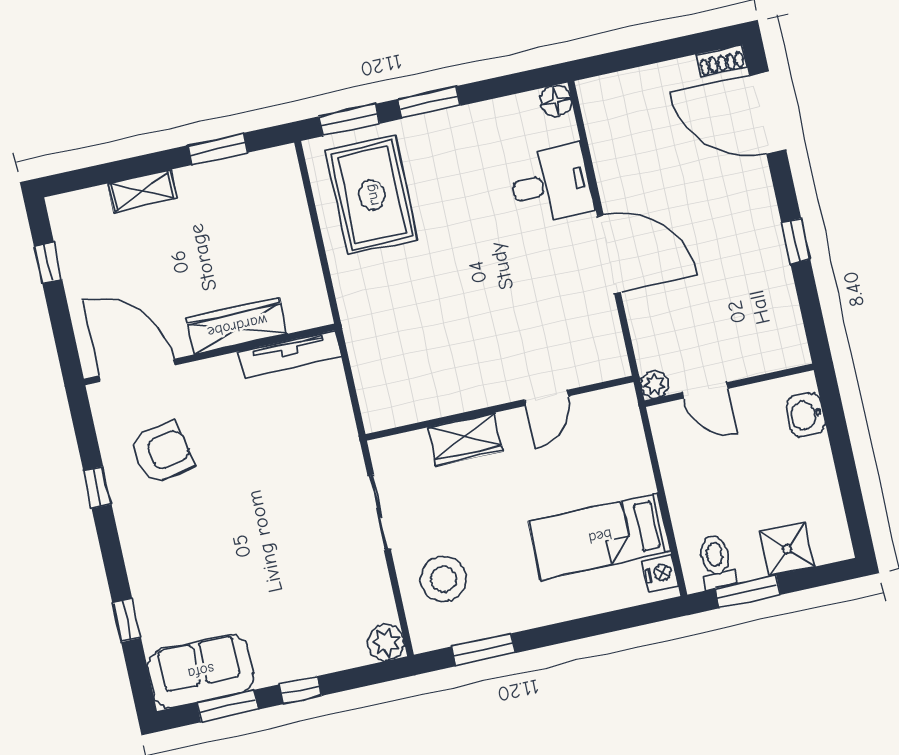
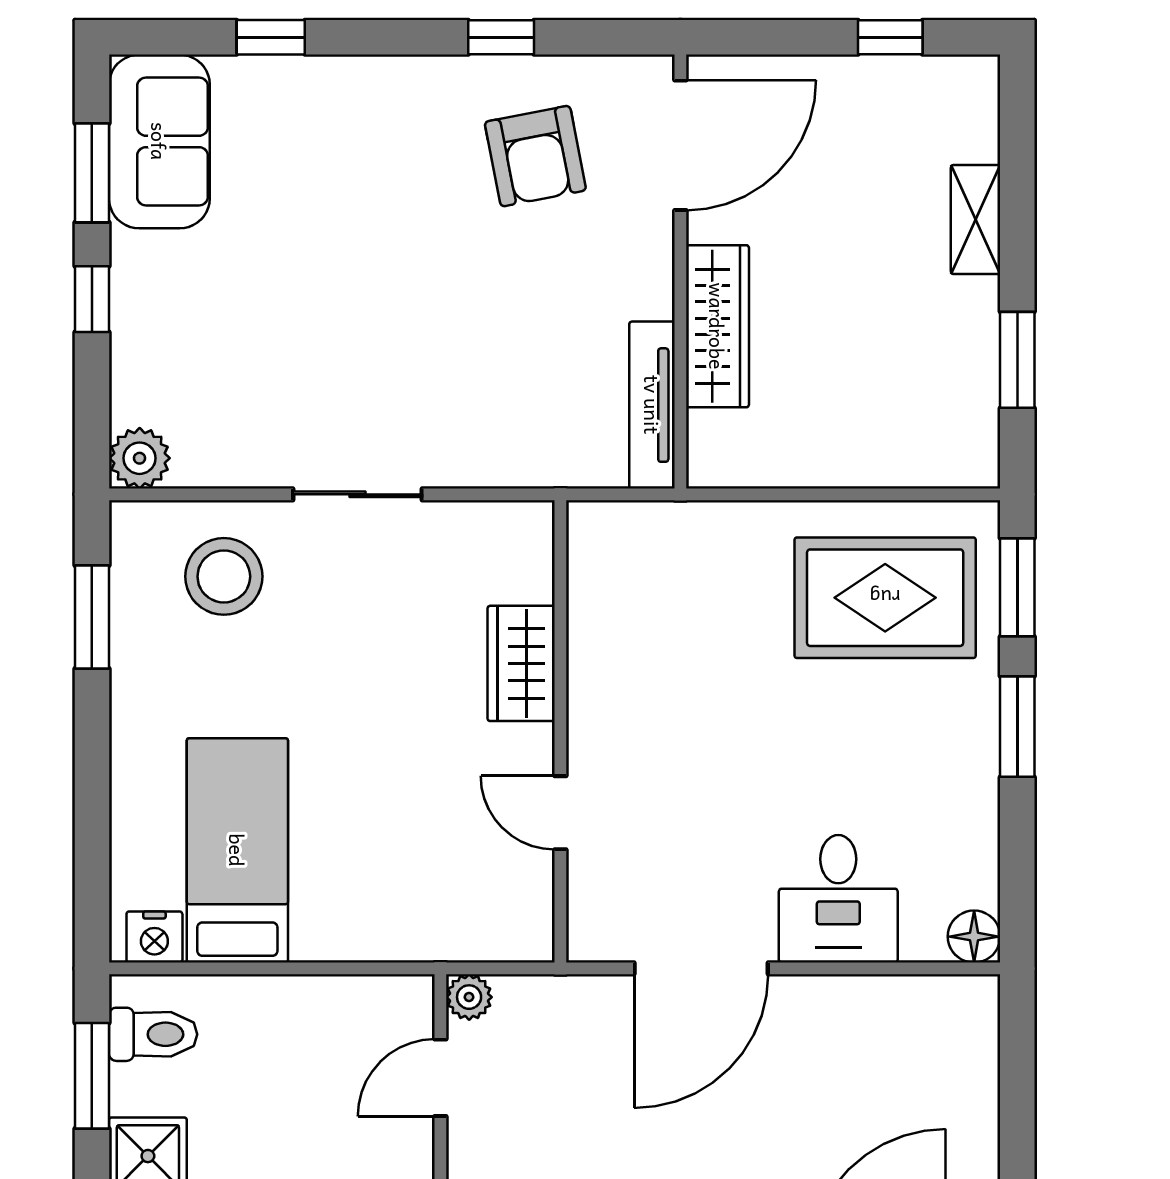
door: (546, 398) -> (560, 813), moved
wall: (499, 408) -> (560, 731), moved
wardrobe: (465, 439) -> (521, 663), moved

